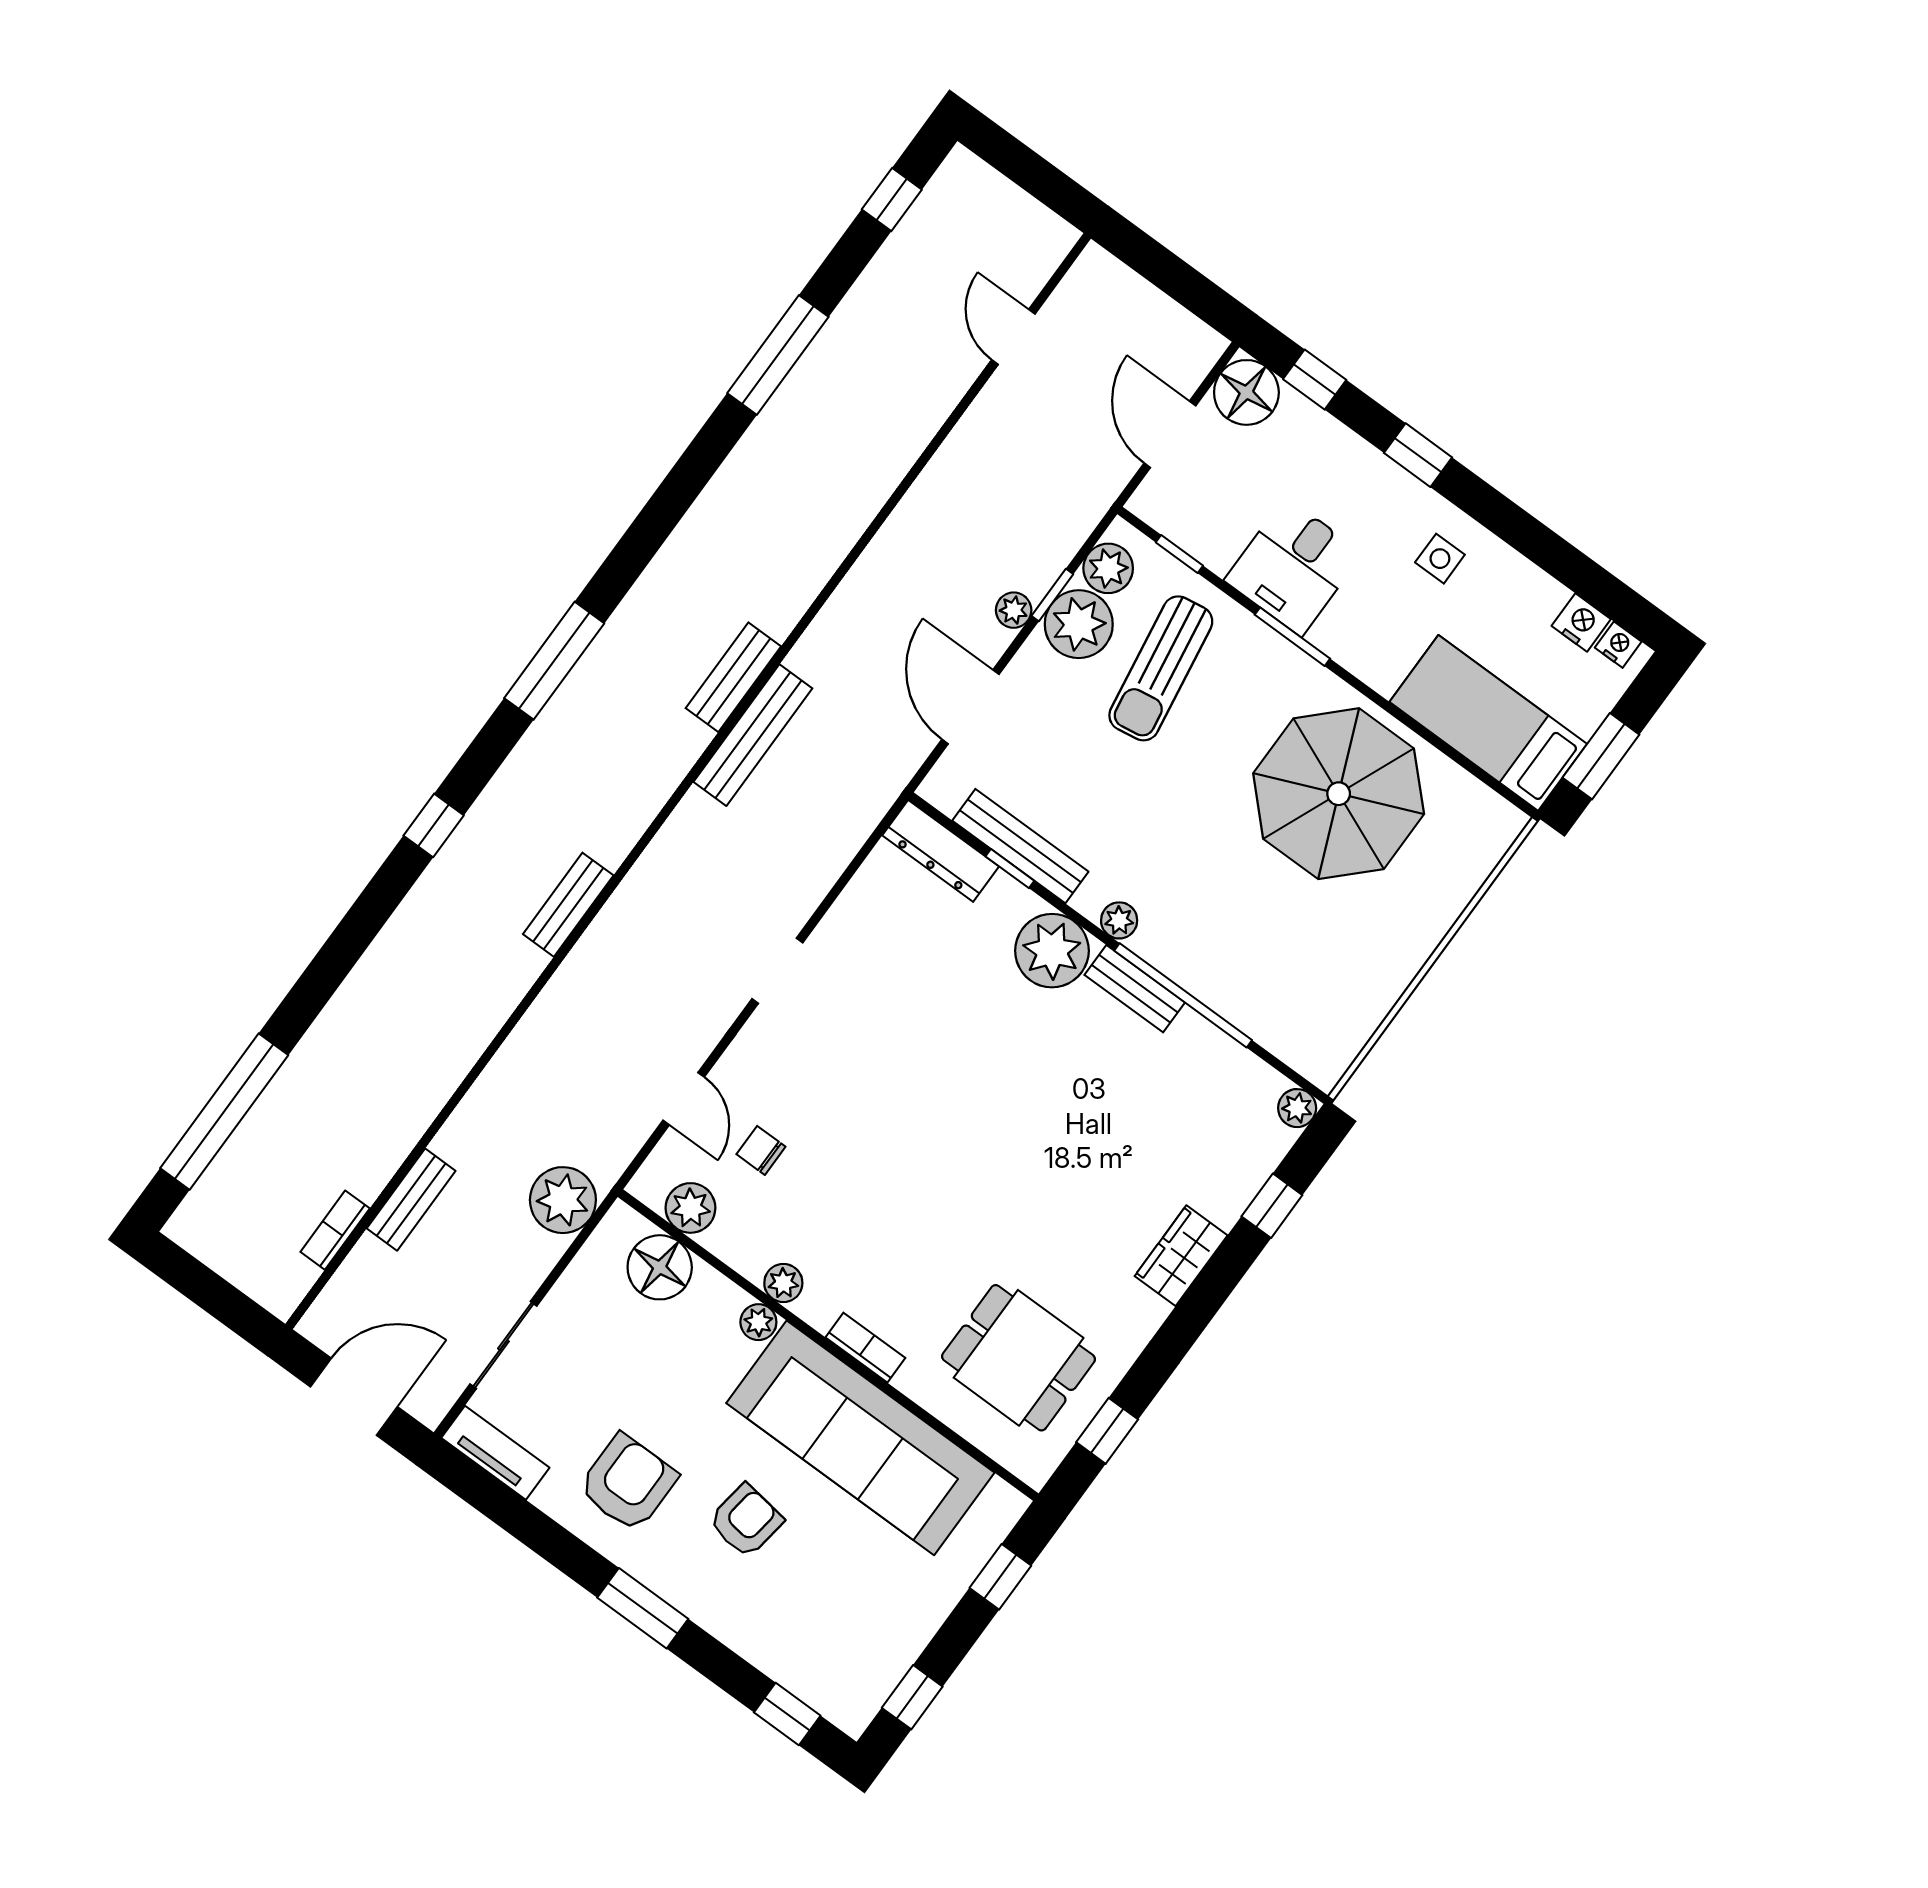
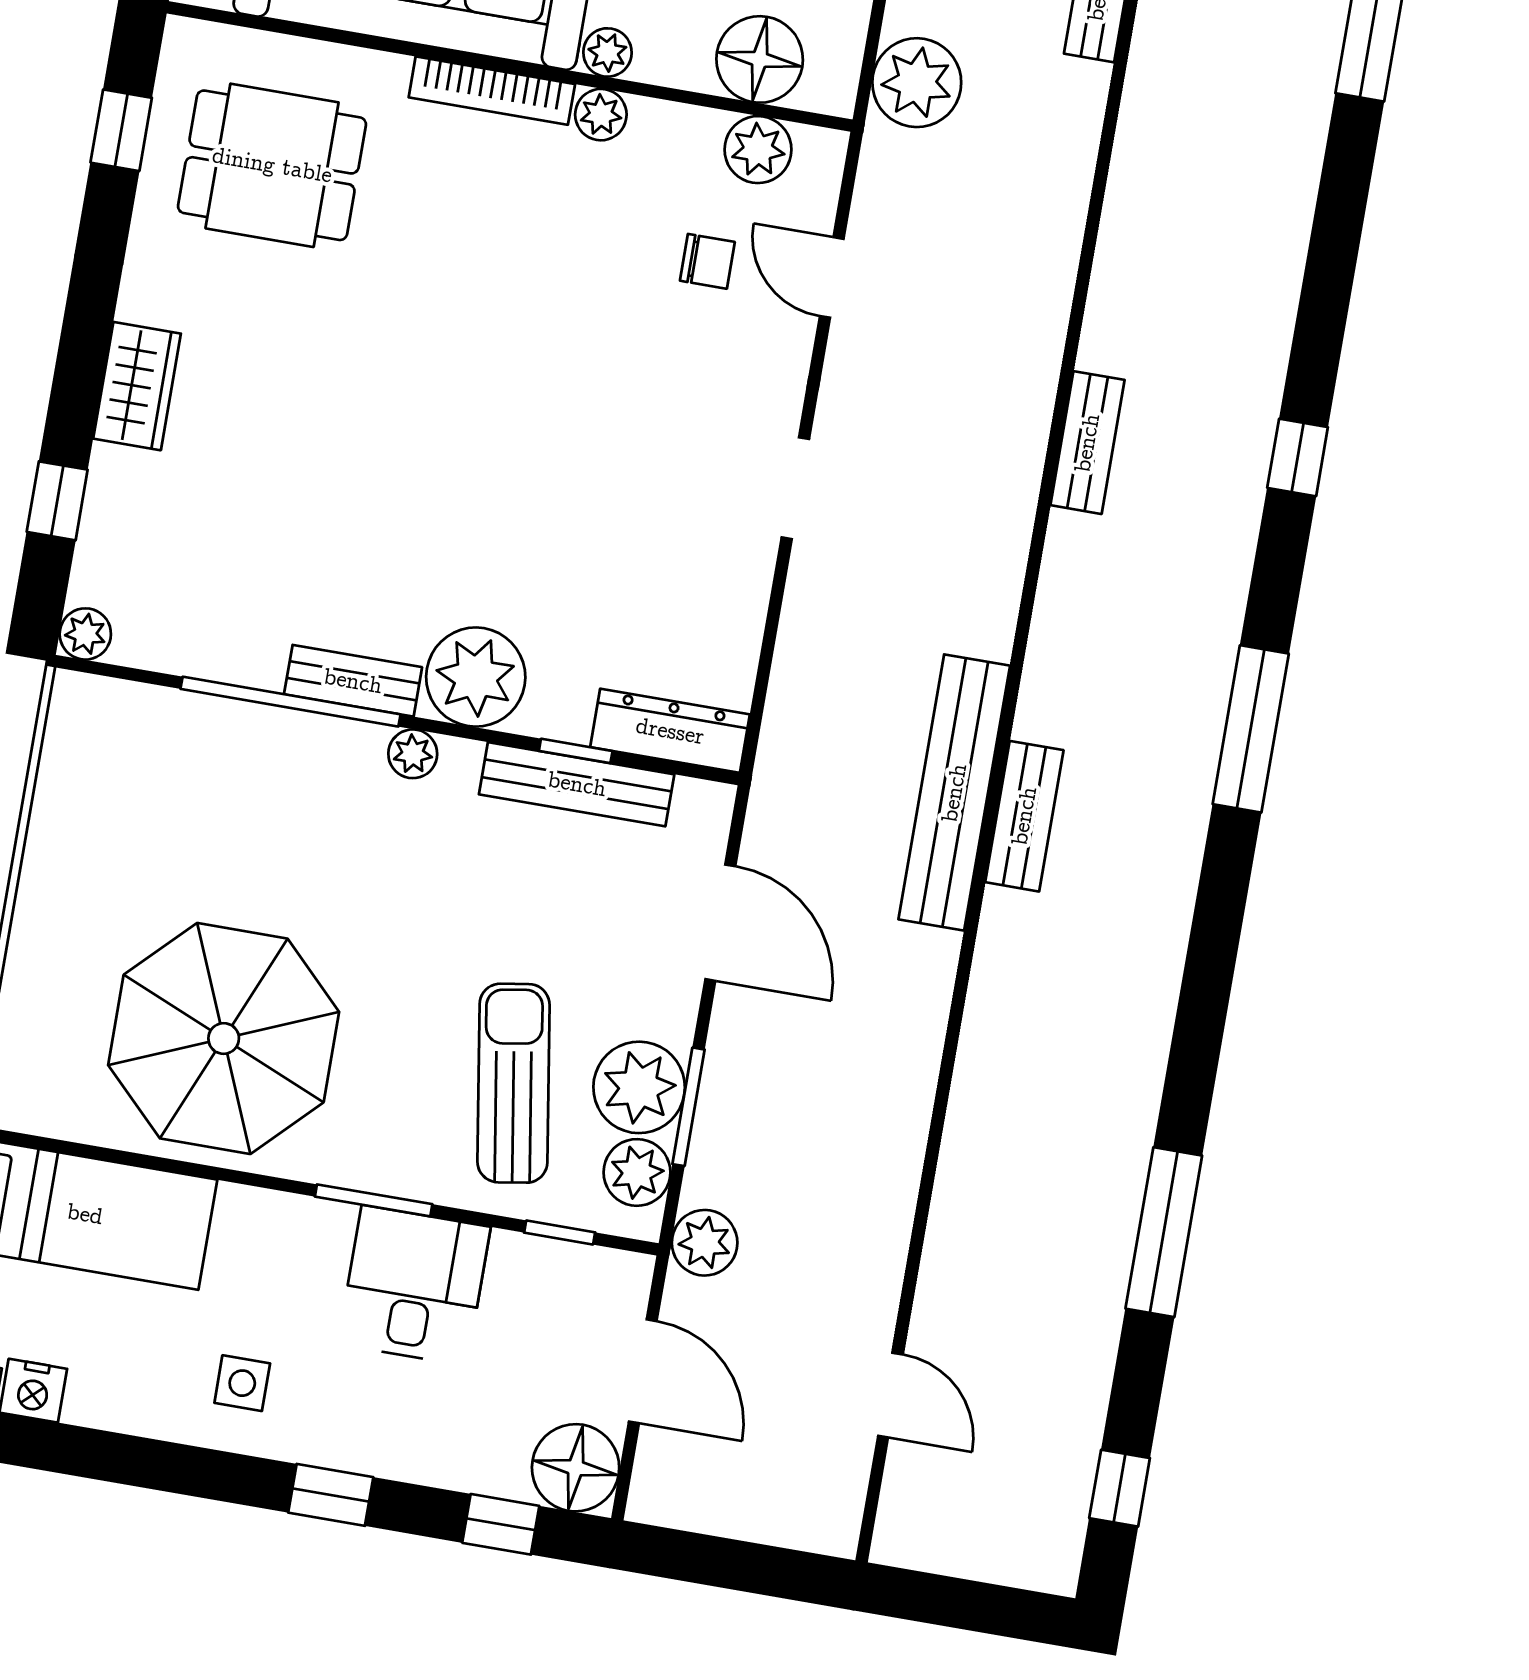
window: (1052, 595) -> (688, 1107), width x1.50
plant: (1014, 610) -> (705, 1243), moved, width x1.38, depth x1.38
bench: (753, 735) -> (954, 793), width x1.37, depth x1.21
bookcase: (865, 1348) -> (492, 91), width x1.56

